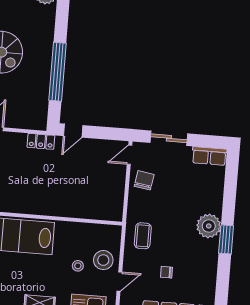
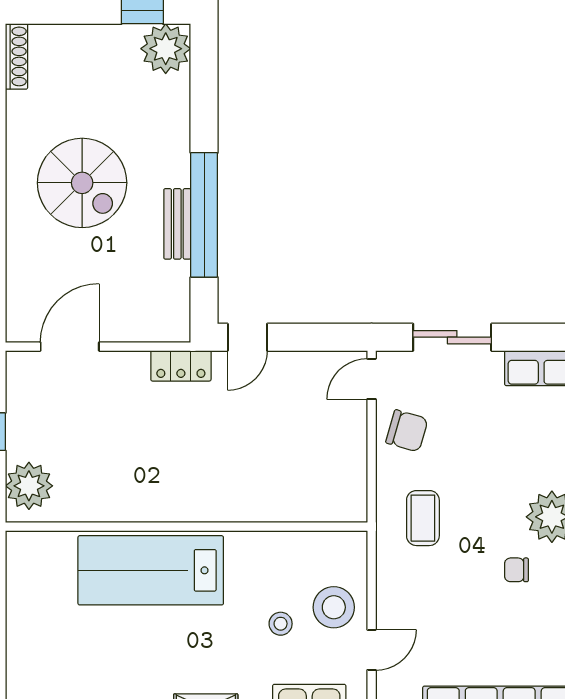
bench: (45, 75) -> (177, 224), added
chair: (144, 180) -> (407, 431), turned 97
coffee table: (143, 236) -> (423, 518), moved
chair: (167, 272) -> (516, 570), moved

